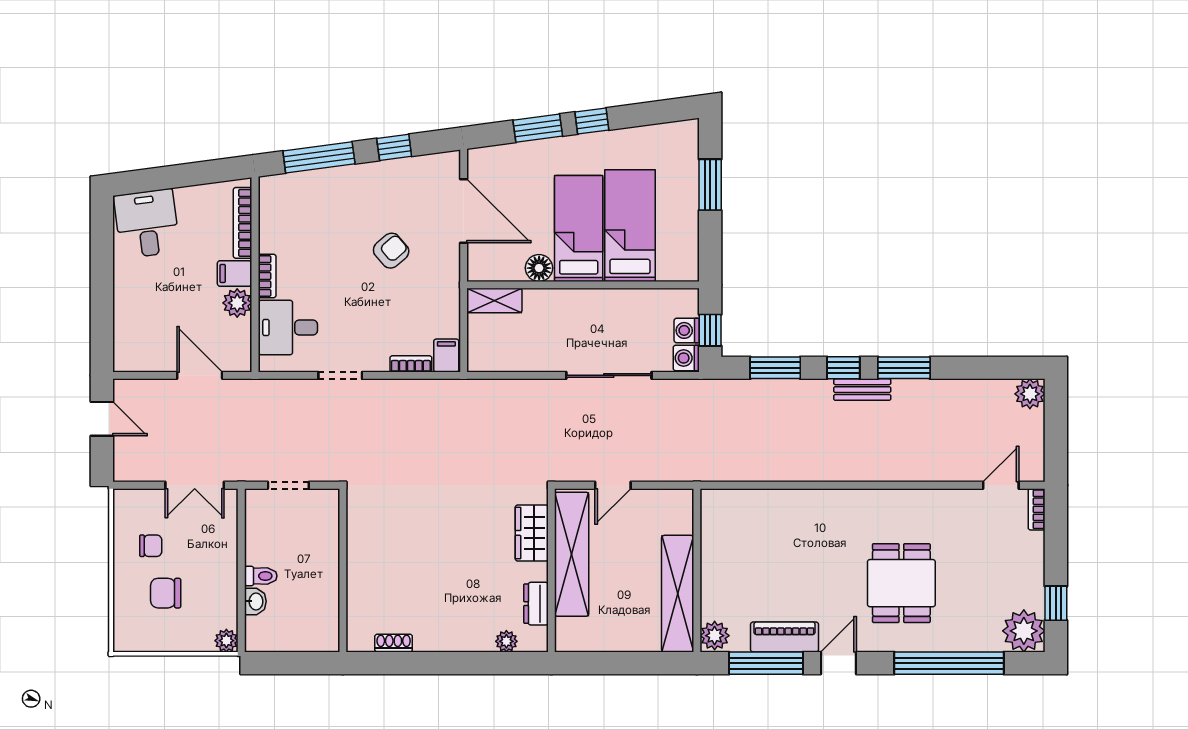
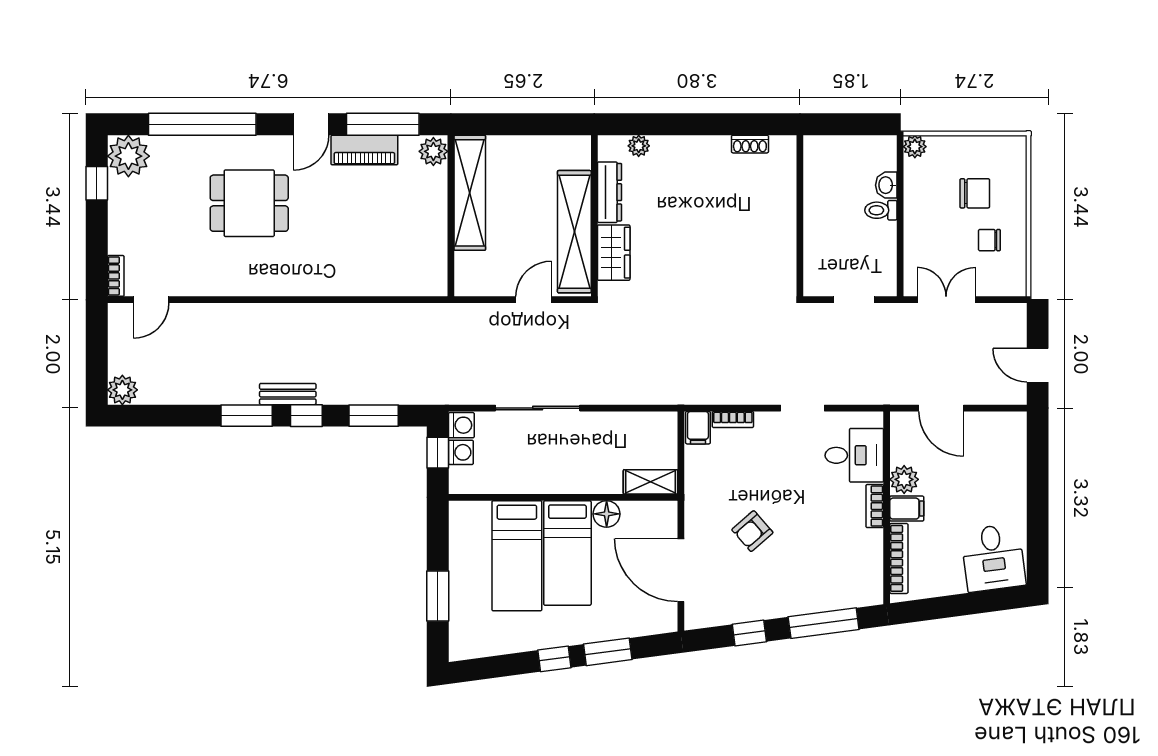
dining table: (901, 583) -> (249, 203), turned 90
dresser: (536, 604) -> (609, 192), width x1.44

